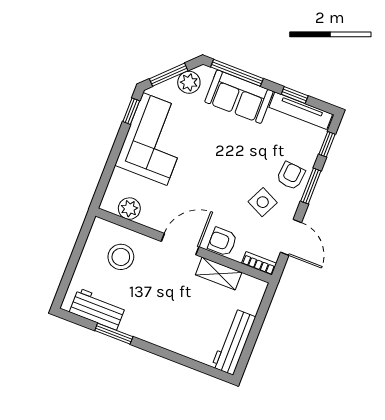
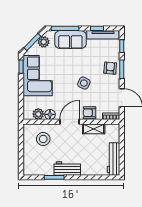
side table: (263, 202) -> (84, 83), moved
floor lamp: (150, 217) -> (50, 114), added
workbench: (98, 309) -> (67, 169), moved

